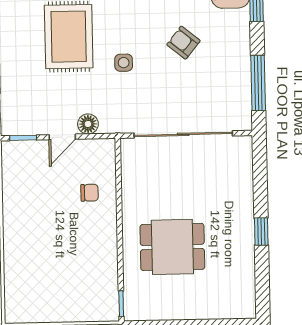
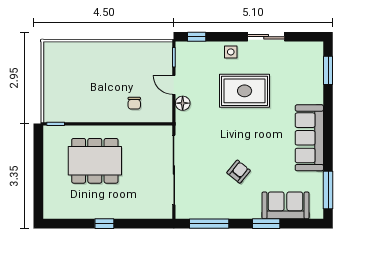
side table: (124, 63) -> (231, 52), moved
dining table: (172, 247) -> (95, 161), width x1.38

